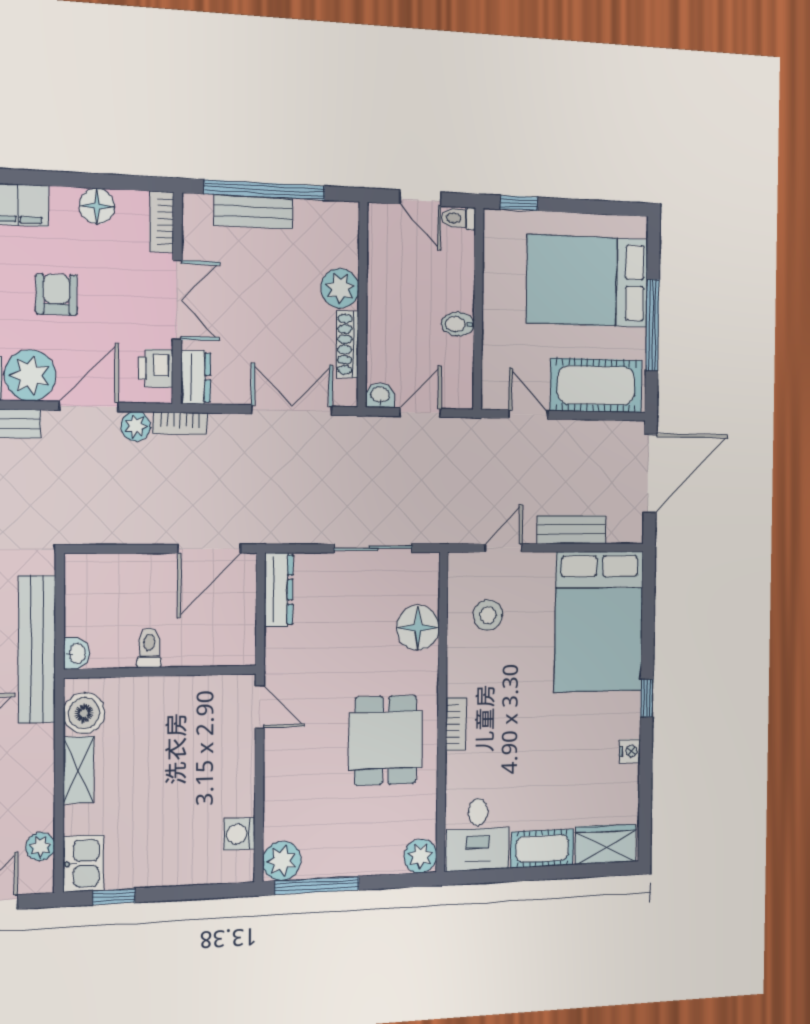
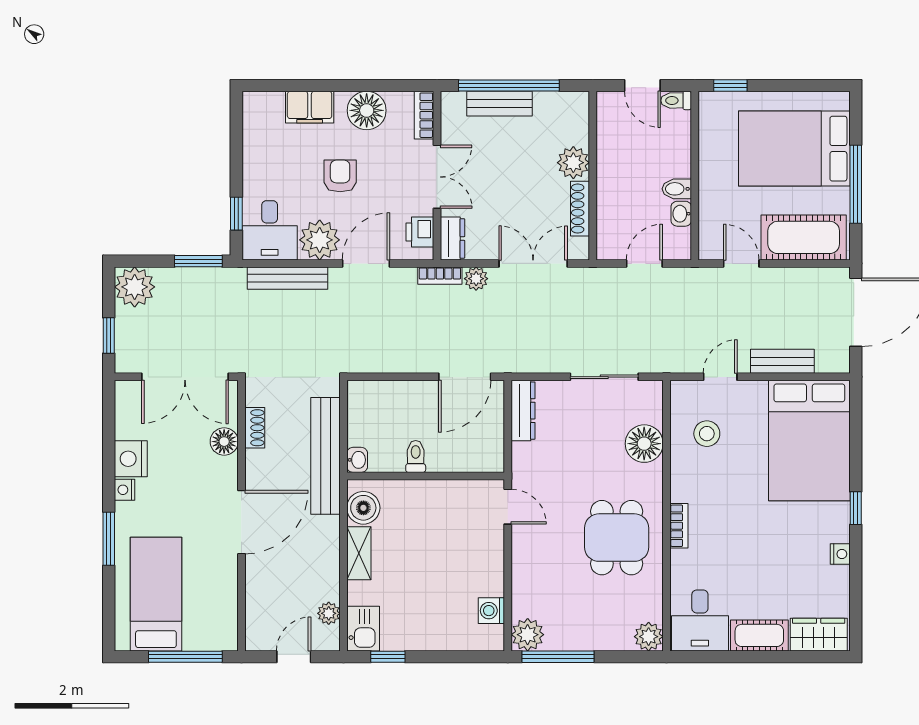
floor lamp: (97, 206) -> (367, 110), width x1.38, depth x1.38
washbasin: (380, 395) -> (681, 214), moved, turned -90
plant: (136, 426) -> (476, 279), moved

